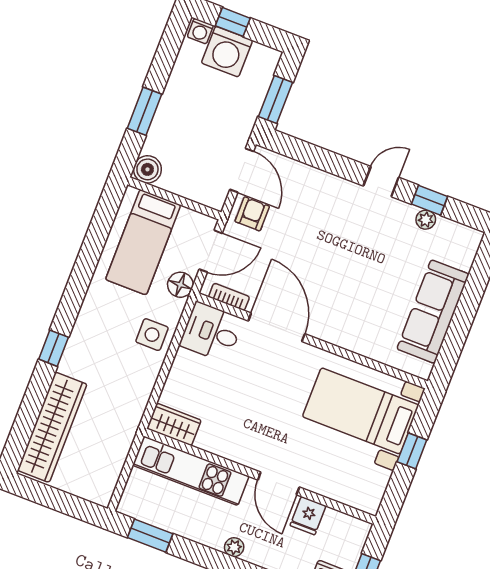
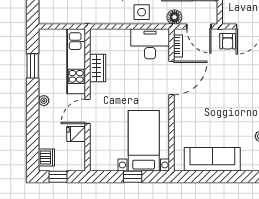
armchair: (252, 214) -> (228, 41), turned 90
desk: (212, 332) -> (150, 44), width x1.37
wardrobe: (174, 424) -> (98, 68), moved
window: (150, 536) -> (33, 66), moved

